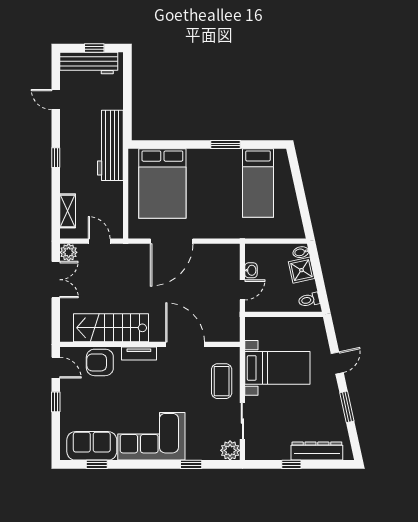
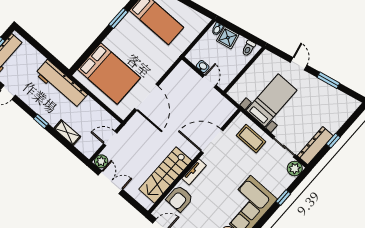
shelving: (68, 211) -> (67, 133), moved
dresser: (317, 451) -> (315, 146), moved

